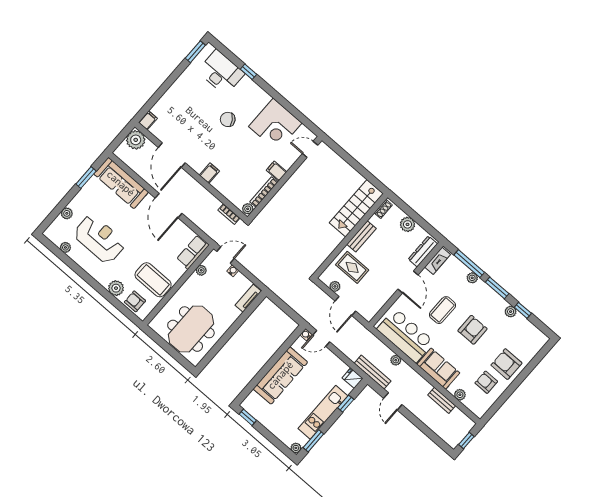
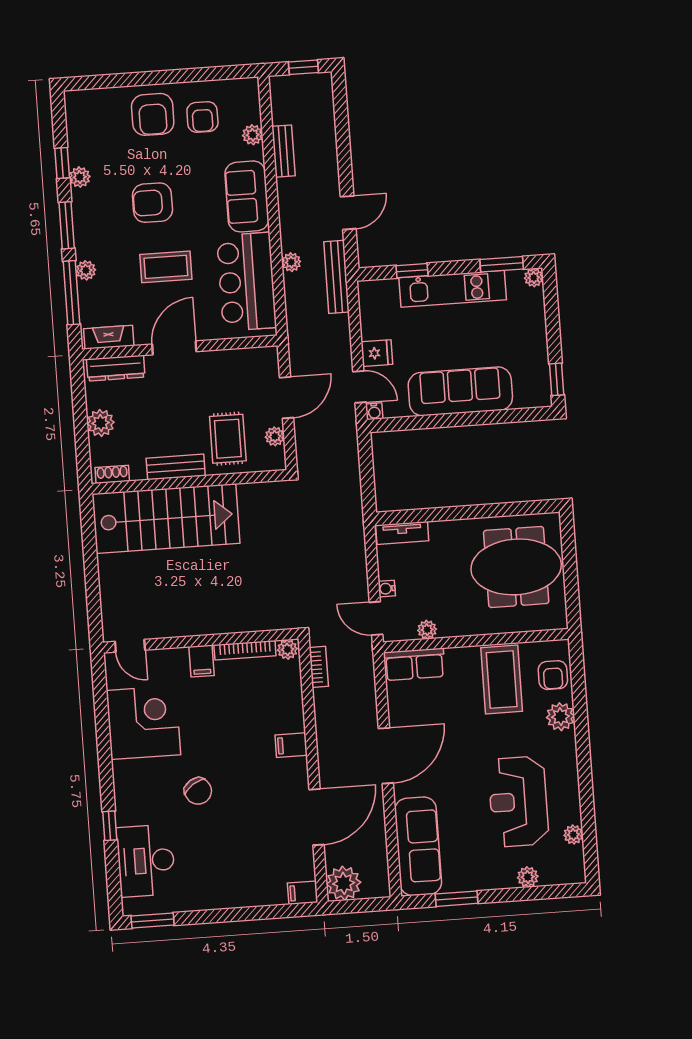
stairs: (356, 208) -> (166, 519), width x1.36, depth x1.51
fridge: (353, 378) -> (377, 353), moved, turned -90

